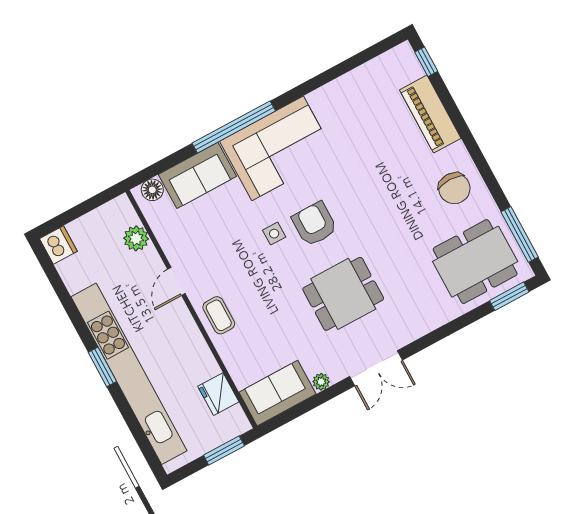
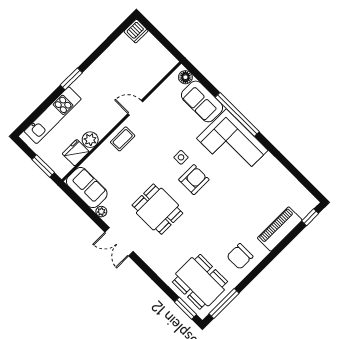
plant: (136, 238) -> (90, 140), moved
kitchen unit: (129, 374) -> (53, 115), width x0.54

